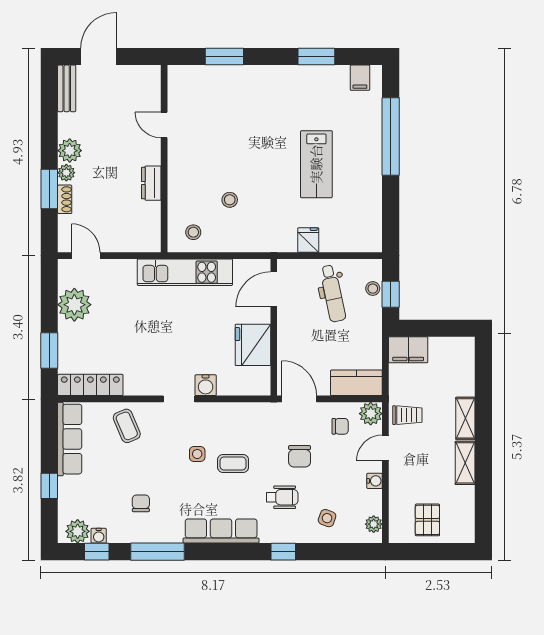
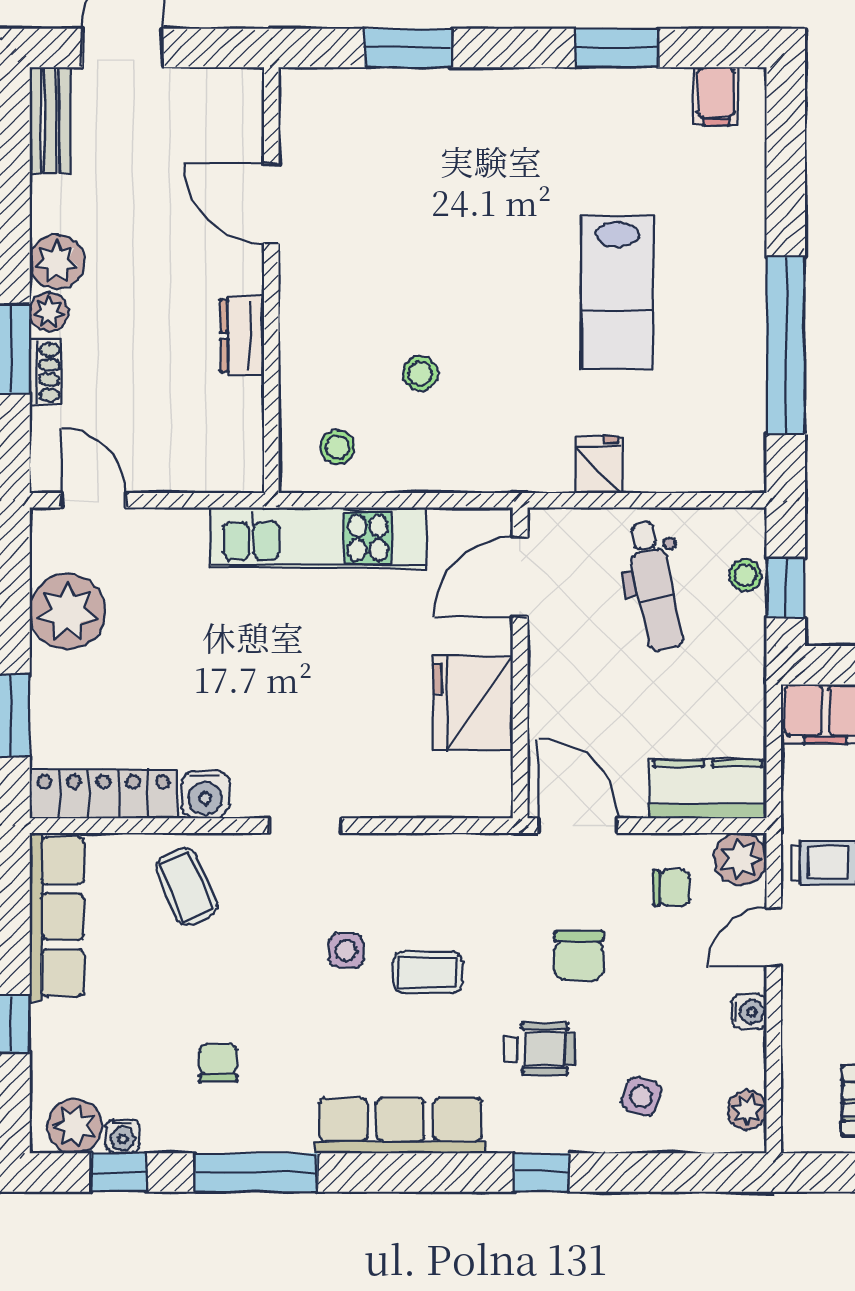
door: (164, 125) -> (271, 203), width x1.38
window: (391, 137) -> (786, 345), moved
water cooler: (206, 385) -> (205, 795), moved

